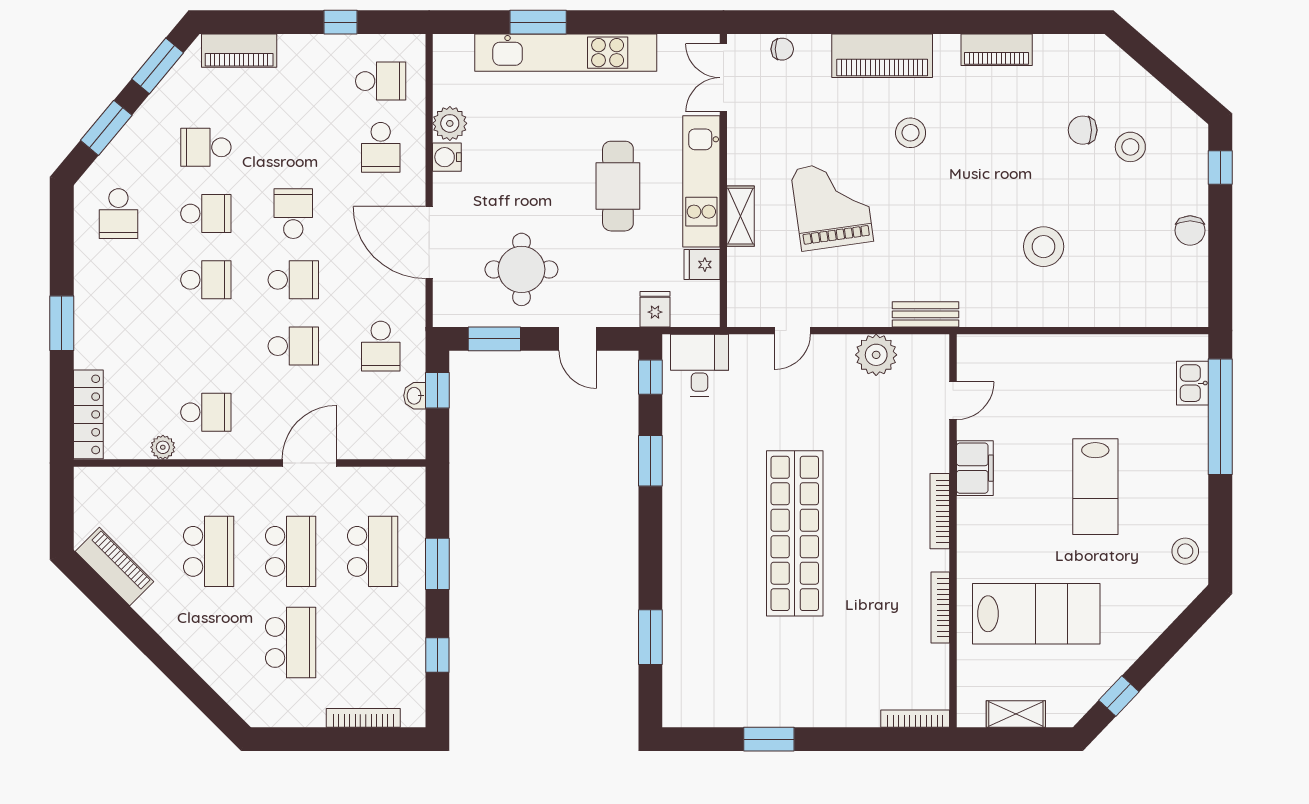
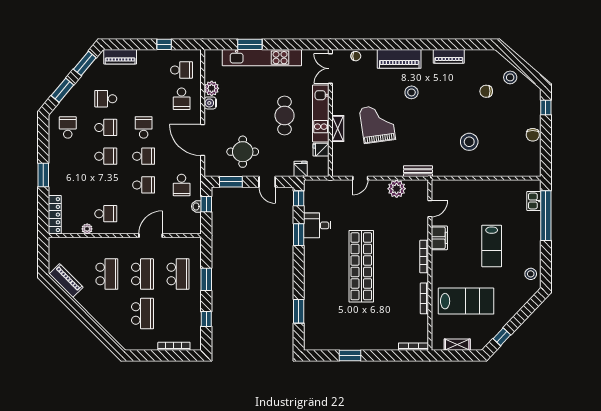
stool: (1130, 147) -> (510, 77), moved
school desk: (118, 214) -> (68, 127), turned 180
desk: (699, 365) -> (317, 225), moved, turned -90

